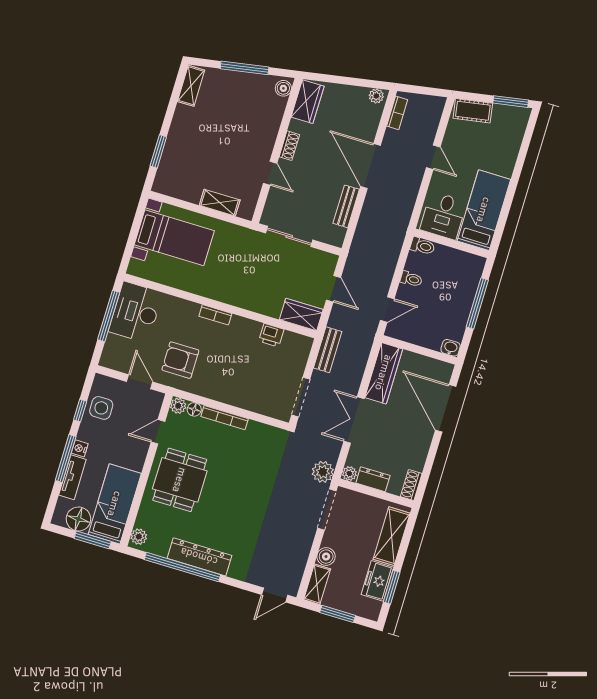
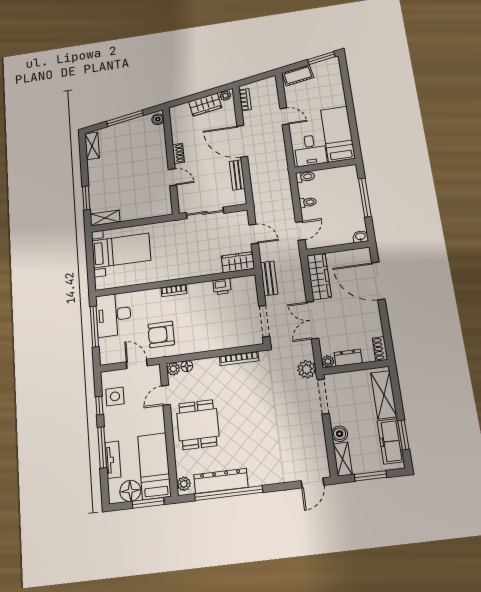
wardrobe: (308, 102) -> (205, 105), moved, turned 80
shelving: (220, 203) -> (105, 218), moved
bookcase: (225, 418) -> (239, 358), moved
nightstand: (80, 448) -> (110, 435), removed
dresser: (199, 557) -> (221, 481), moved
freezer: (377, 581) -> (391, 441), width x1.40

